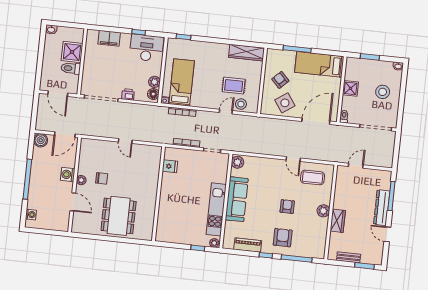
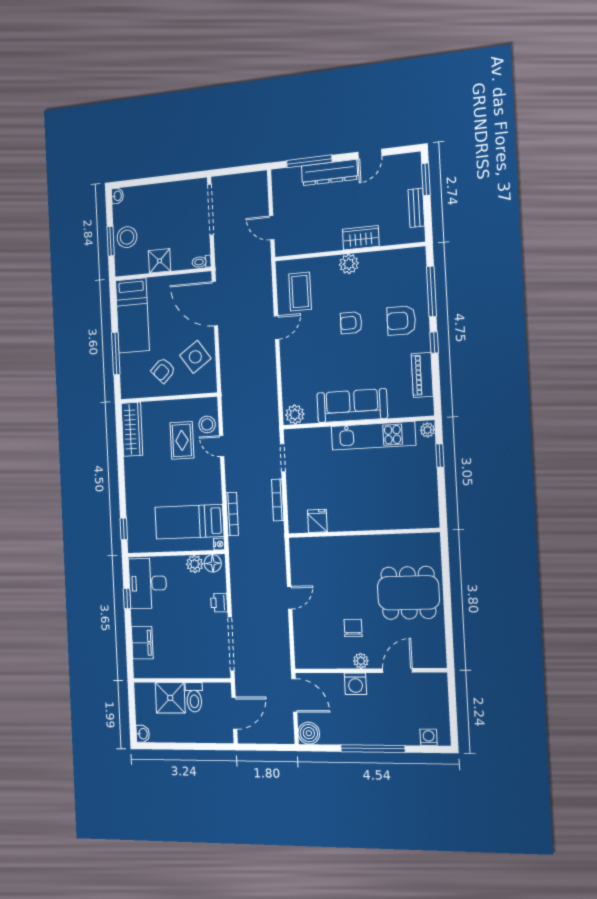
stool: (383, 92) -> (127, 237), moved

